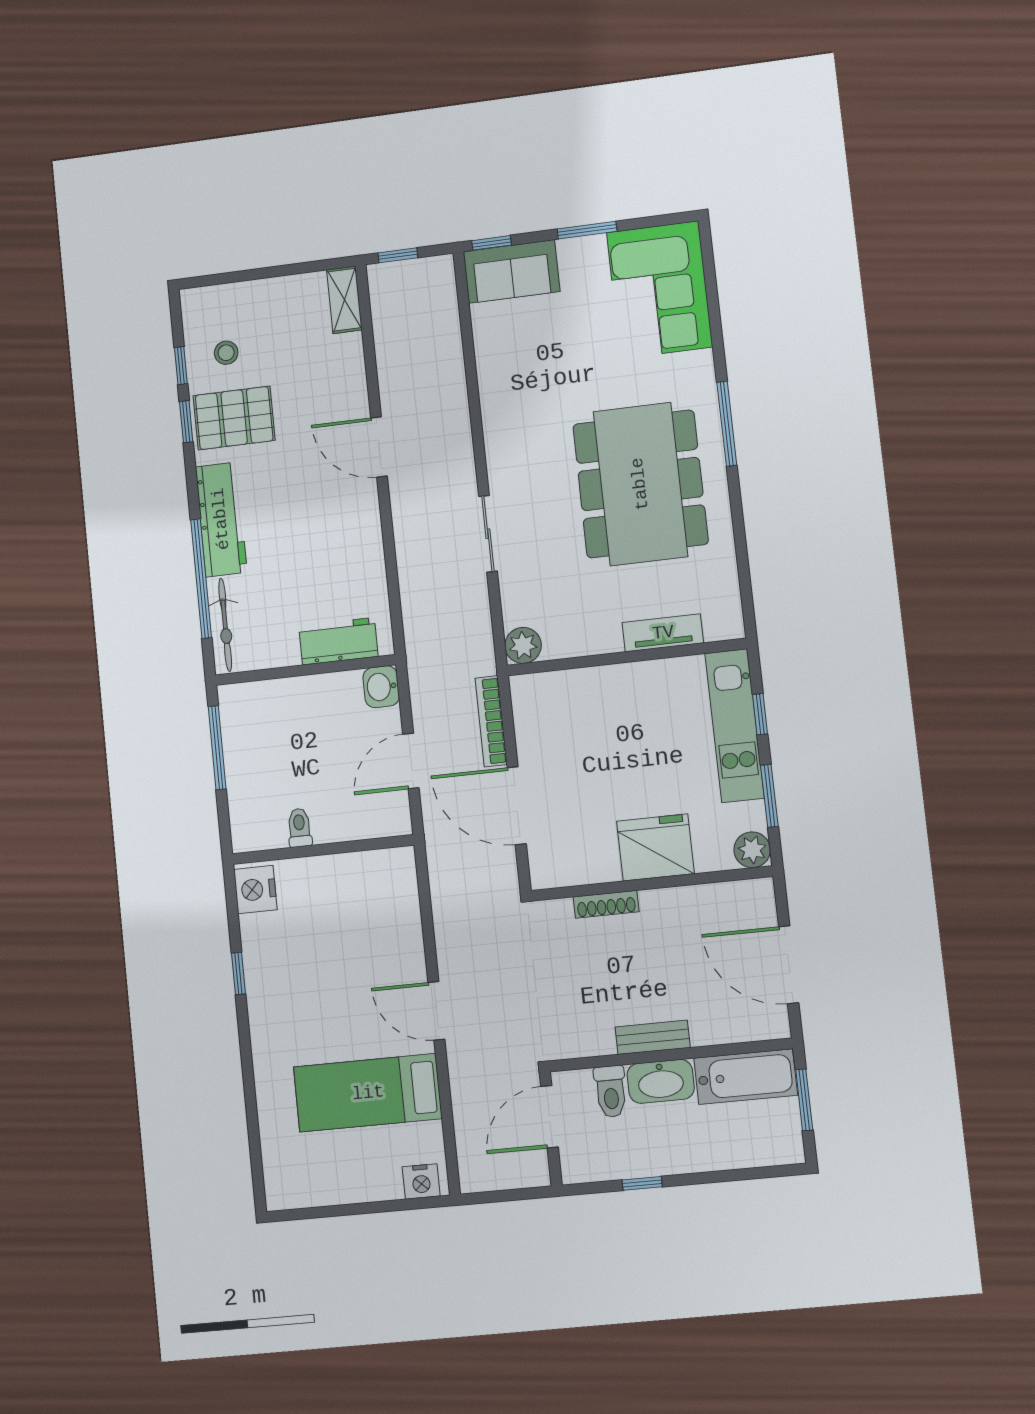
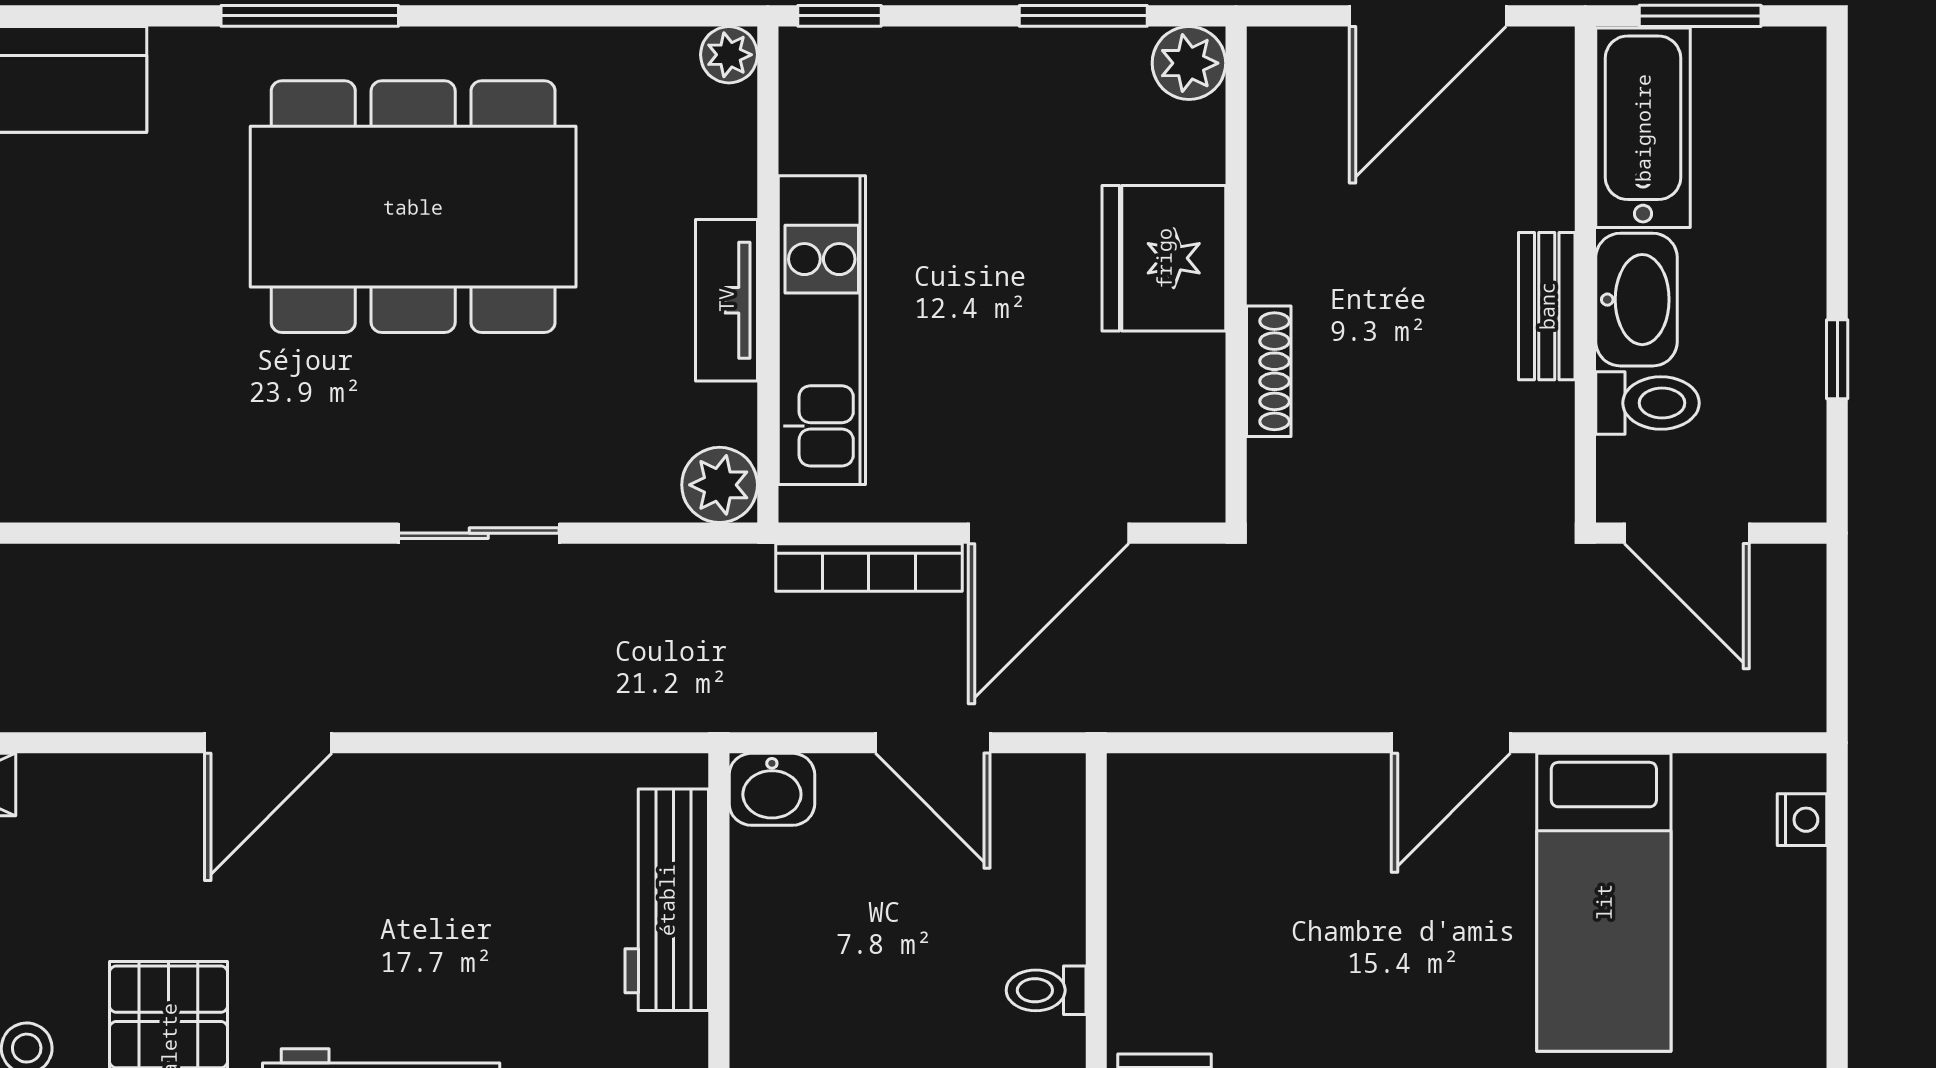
plant: (731, 626) -> (729, 55), added
tv unit: (663, 633) -> (726, 300), moved
workbench: (338, 641) -> (667, 900), width x1.38
window: (760, 714) -> (839, 16), moved
kitchen unit: (735, 725) -> (822, 330), moved, turned -90
nightstand: (421, 1181) -> (1802, 820), width x0.72, depth x0.74

